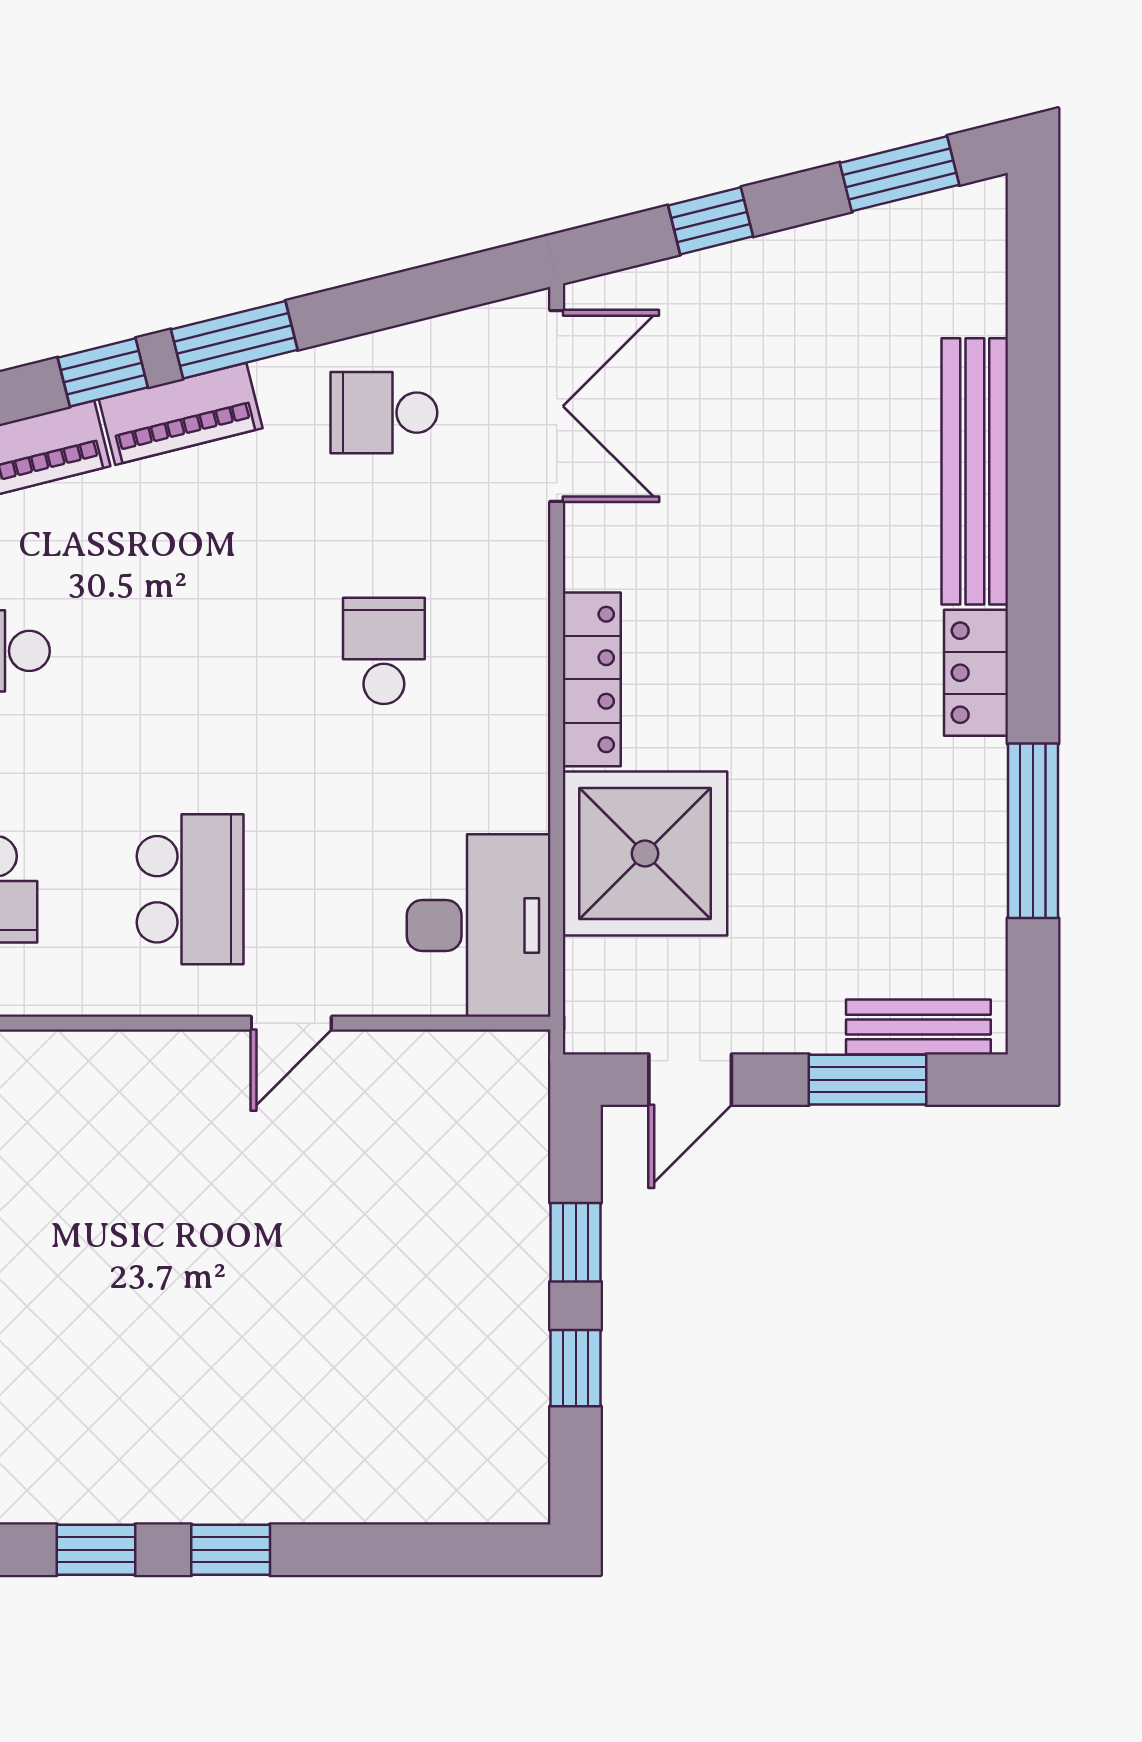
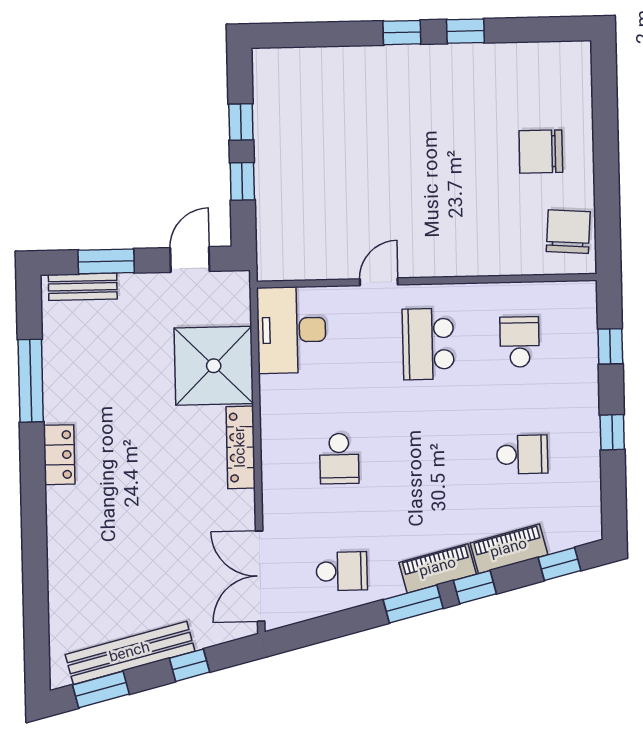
bench: (975, 471) -> (130, 653), moved, turned 76

